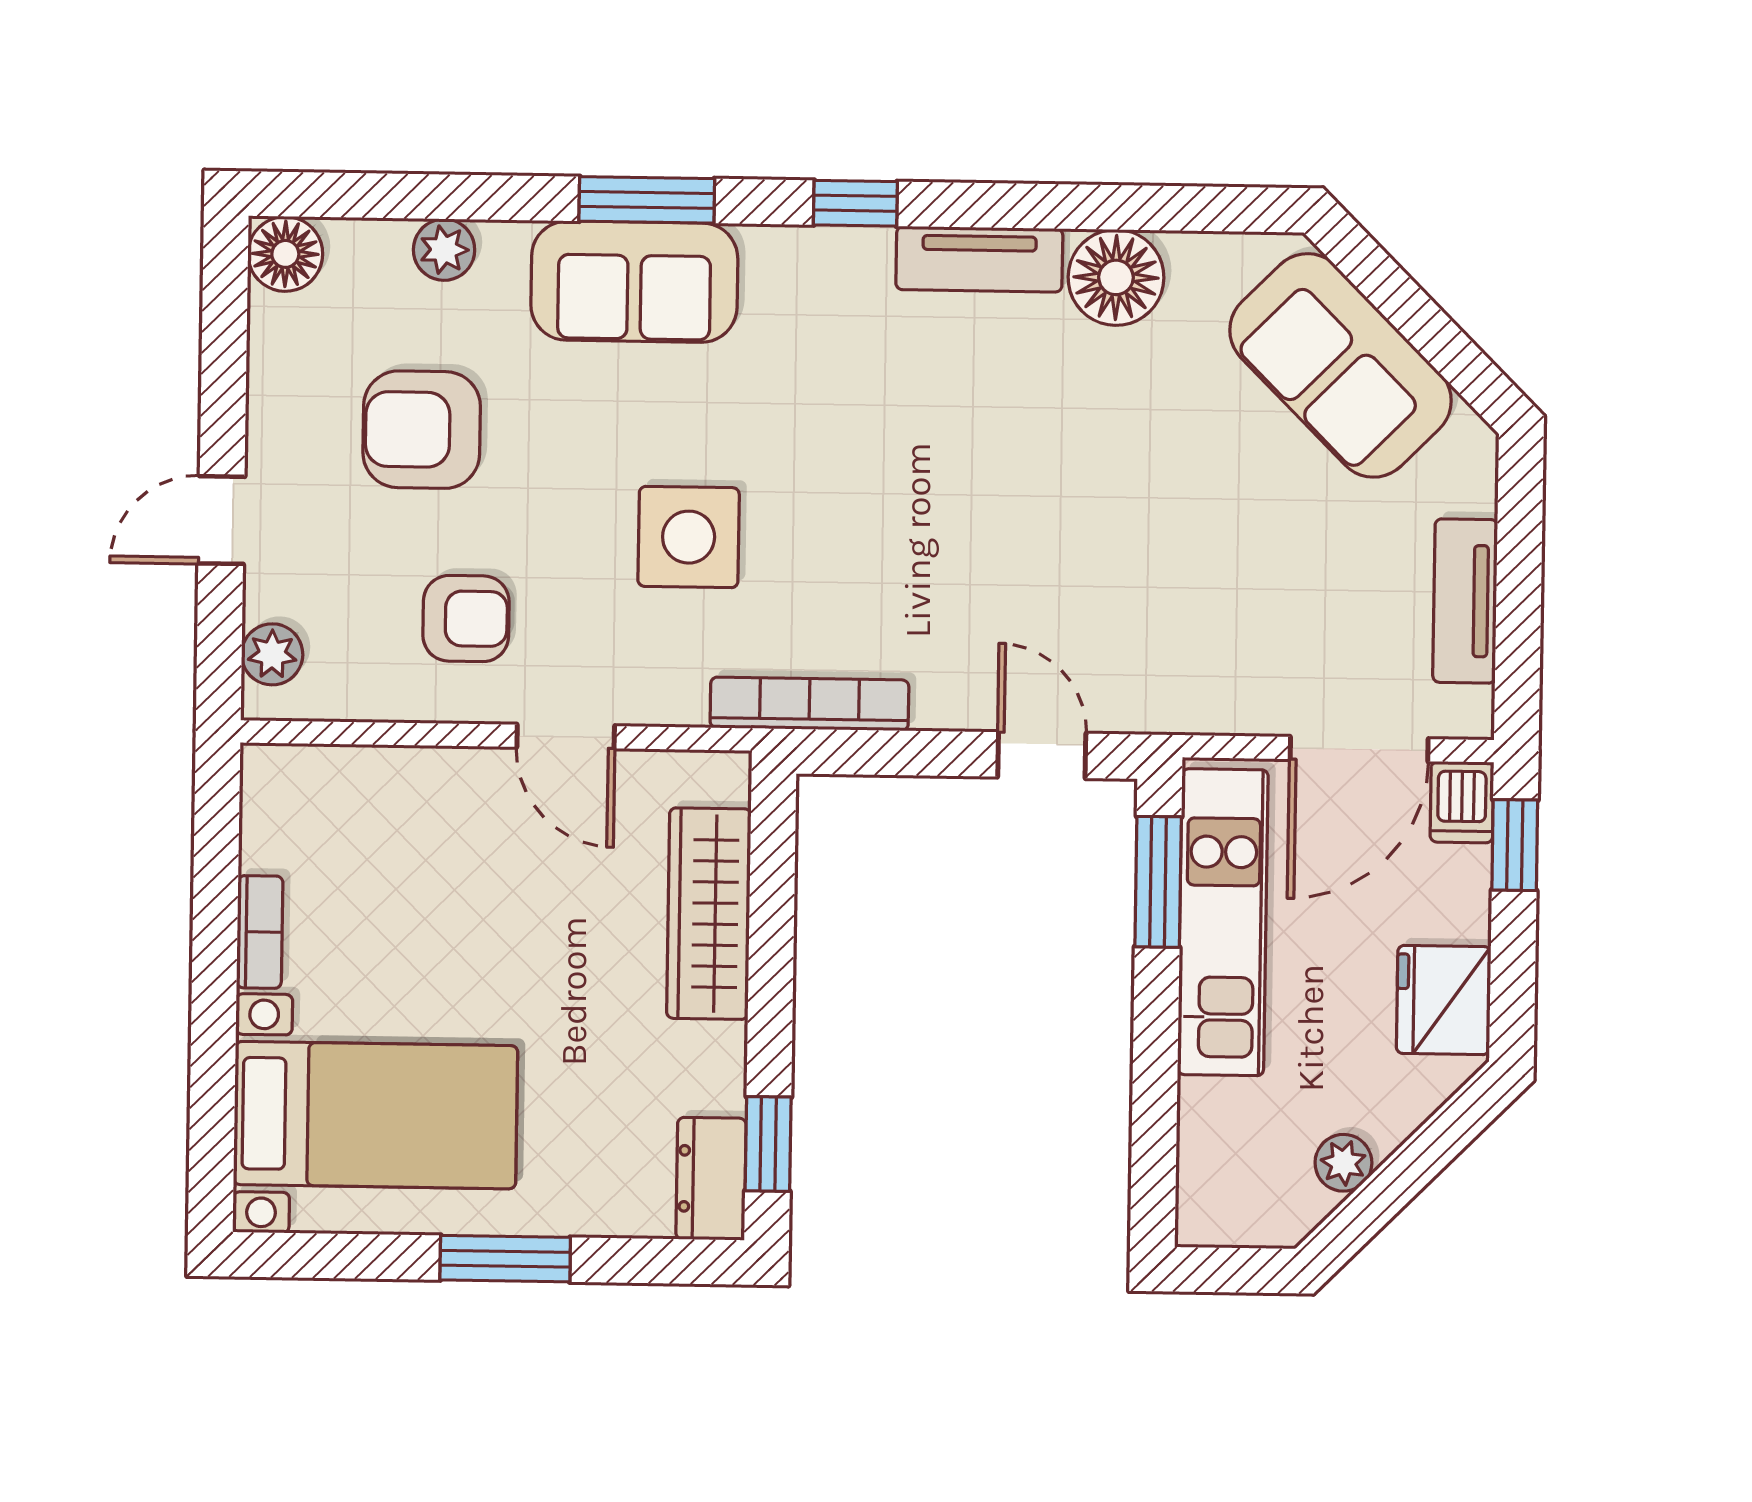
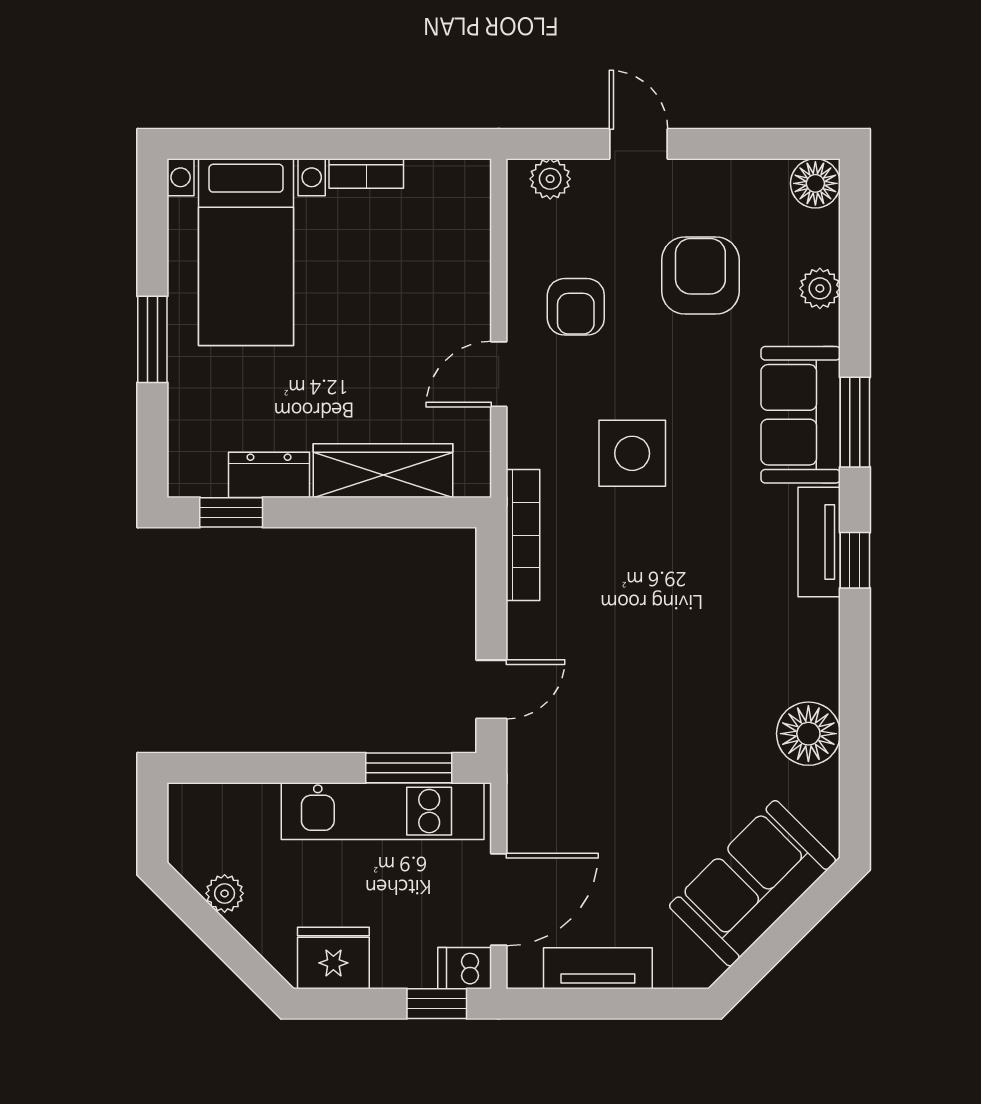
tv unit: (979, 259) -> (819, 542), moved
door: (1359, 749) -> (499, 900), swing flipped
dresser: (711, 1179) -> (269, 475), moved

